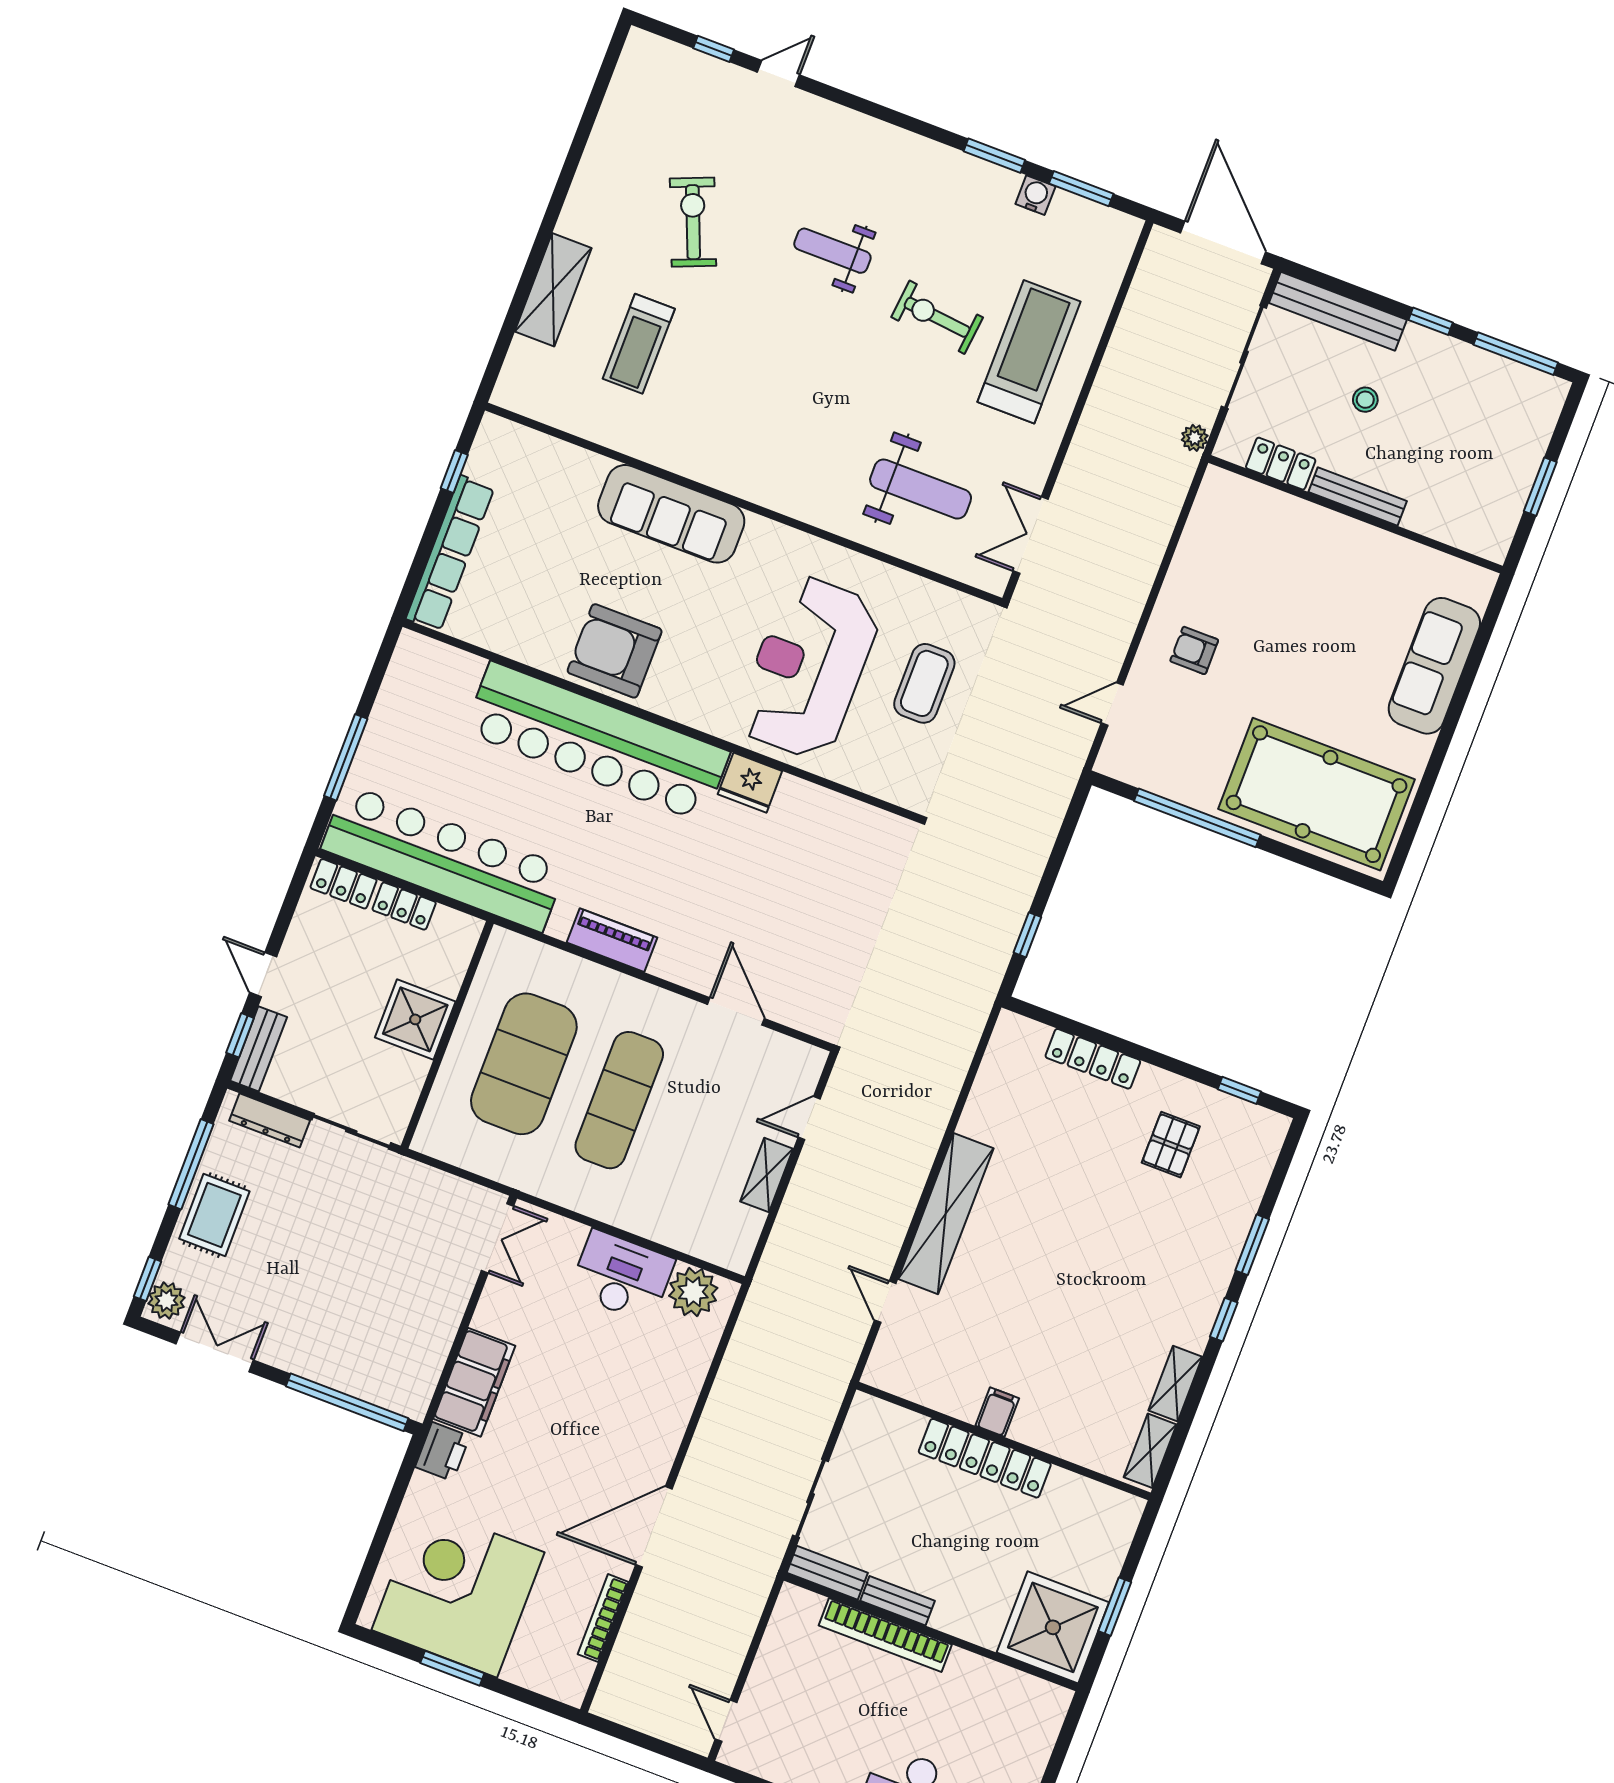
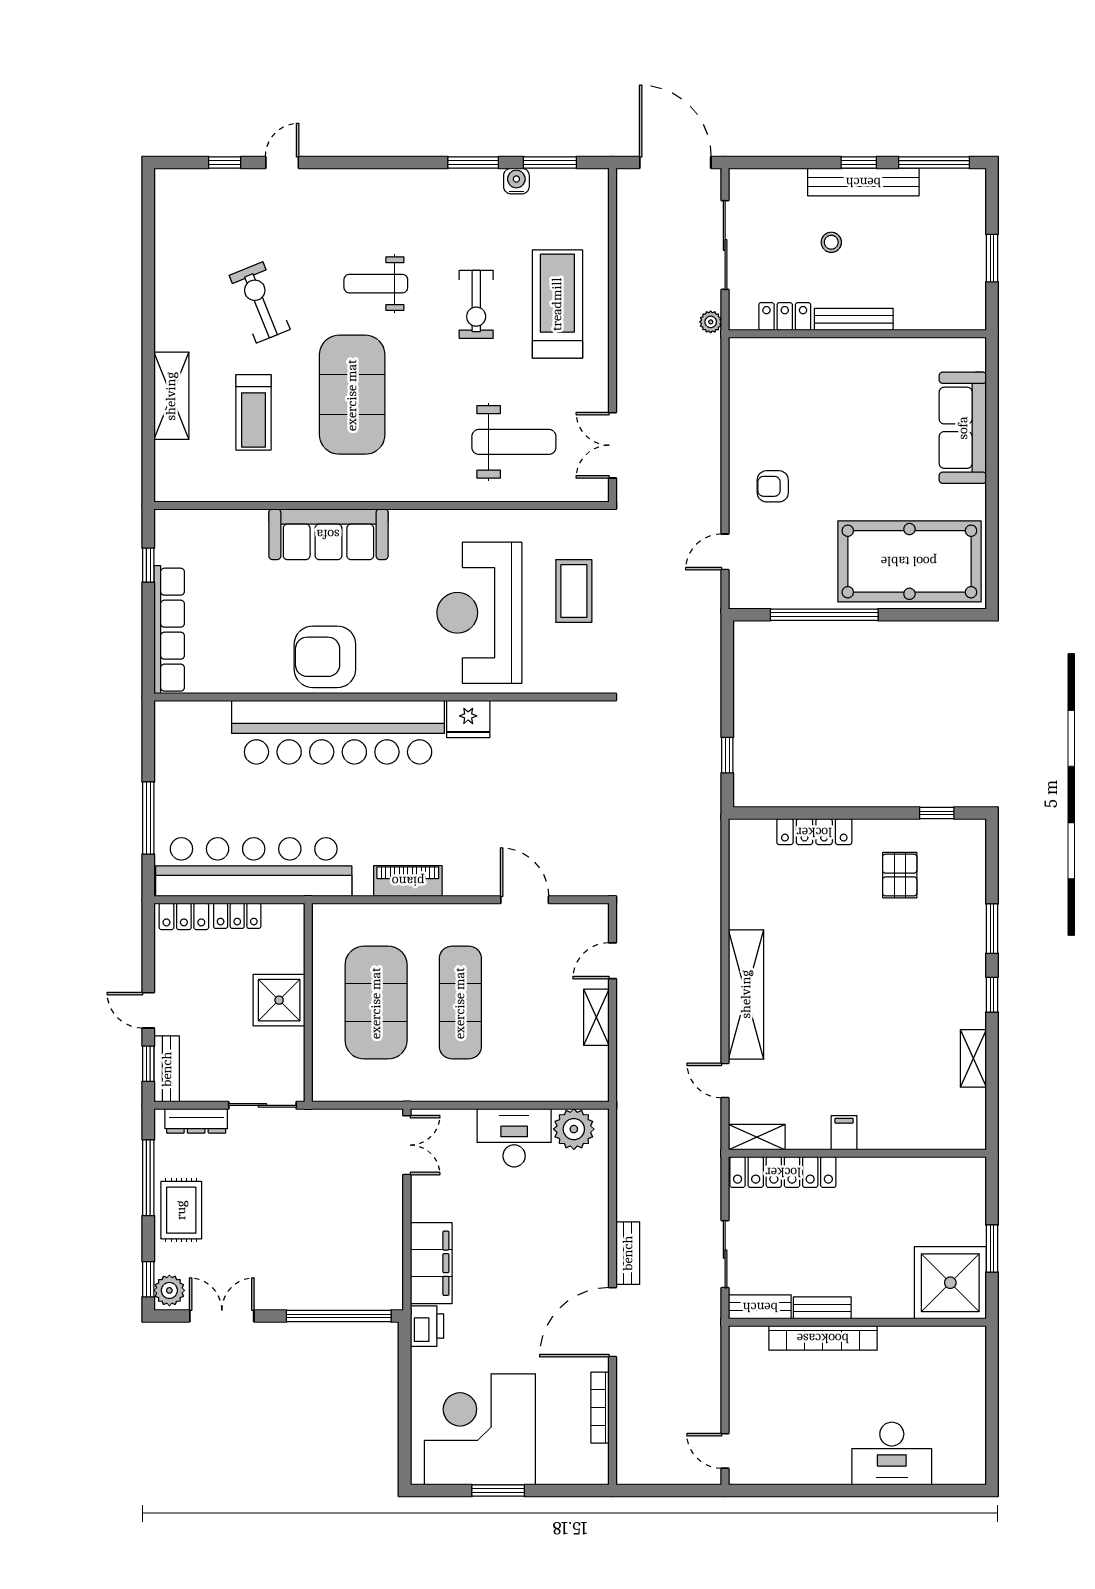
bench: (1338, 311) -> (863, 182), moved
exercise bike: (937, 317) -> (476, 304), turned -96
exercise mat: (758, 366) -> (352, 395), added
shelving: (1150, 1451) -> (757, 1137), moved, turned 90
bench: (701, 1455) -> (628, 1253), added
locker: (985, 1458) -> (783, 1172), moved

